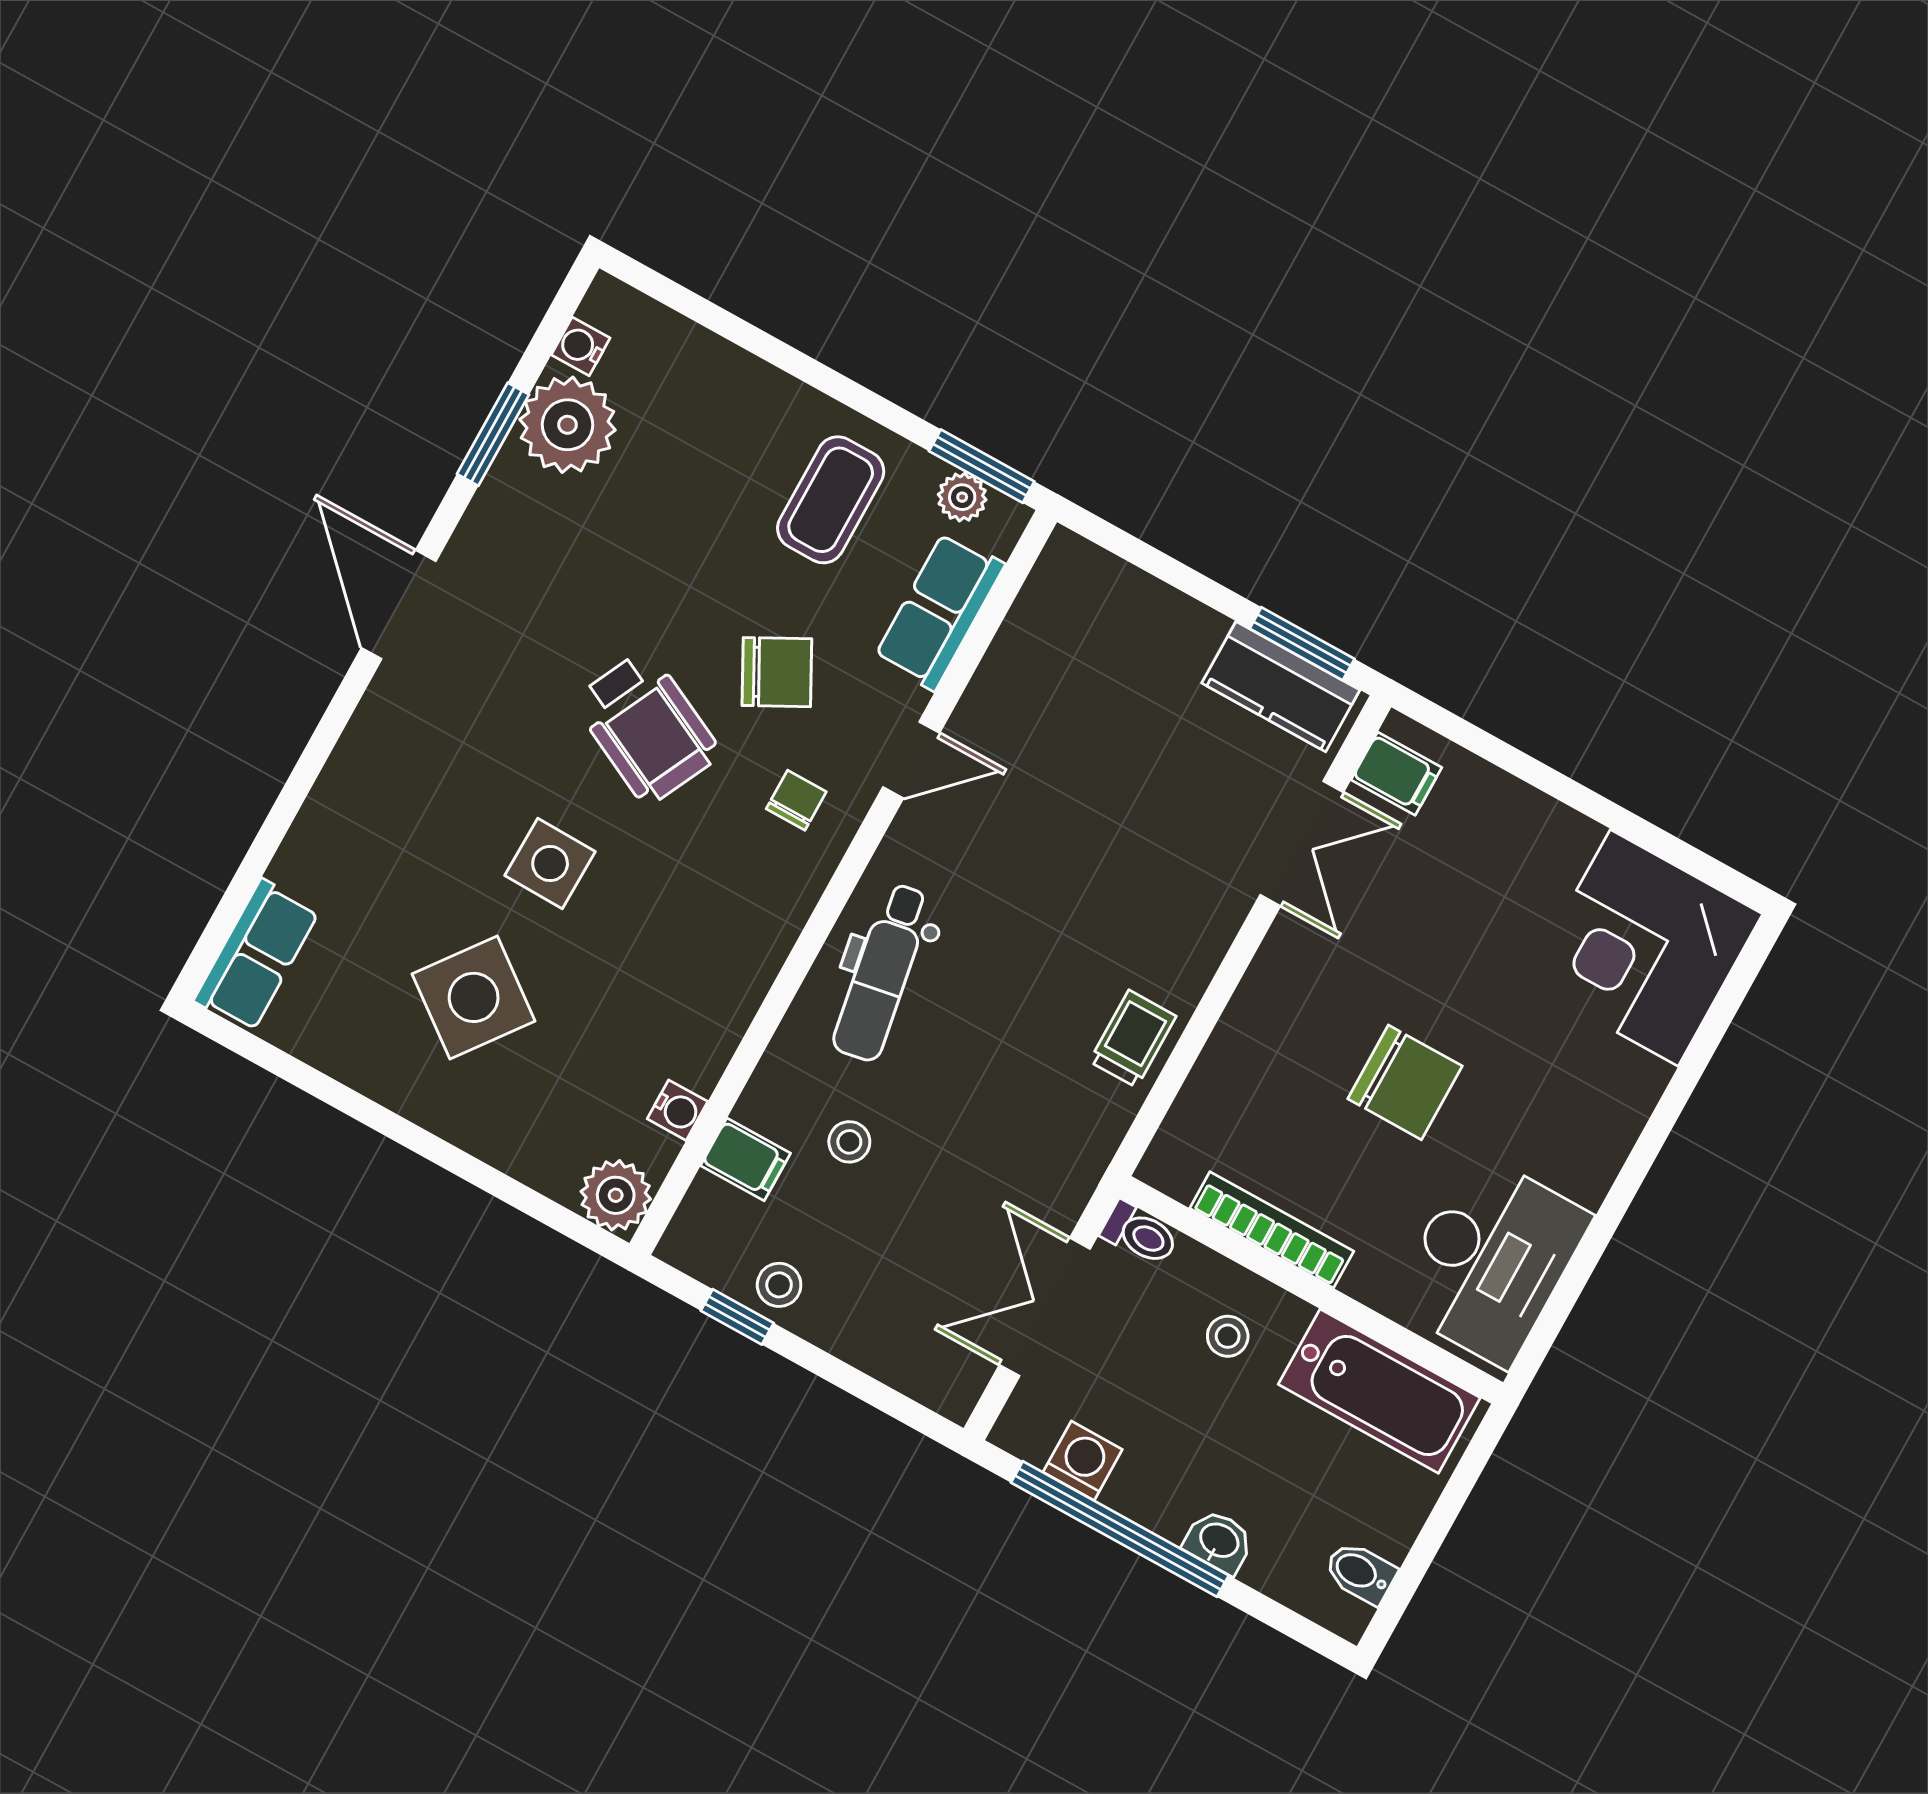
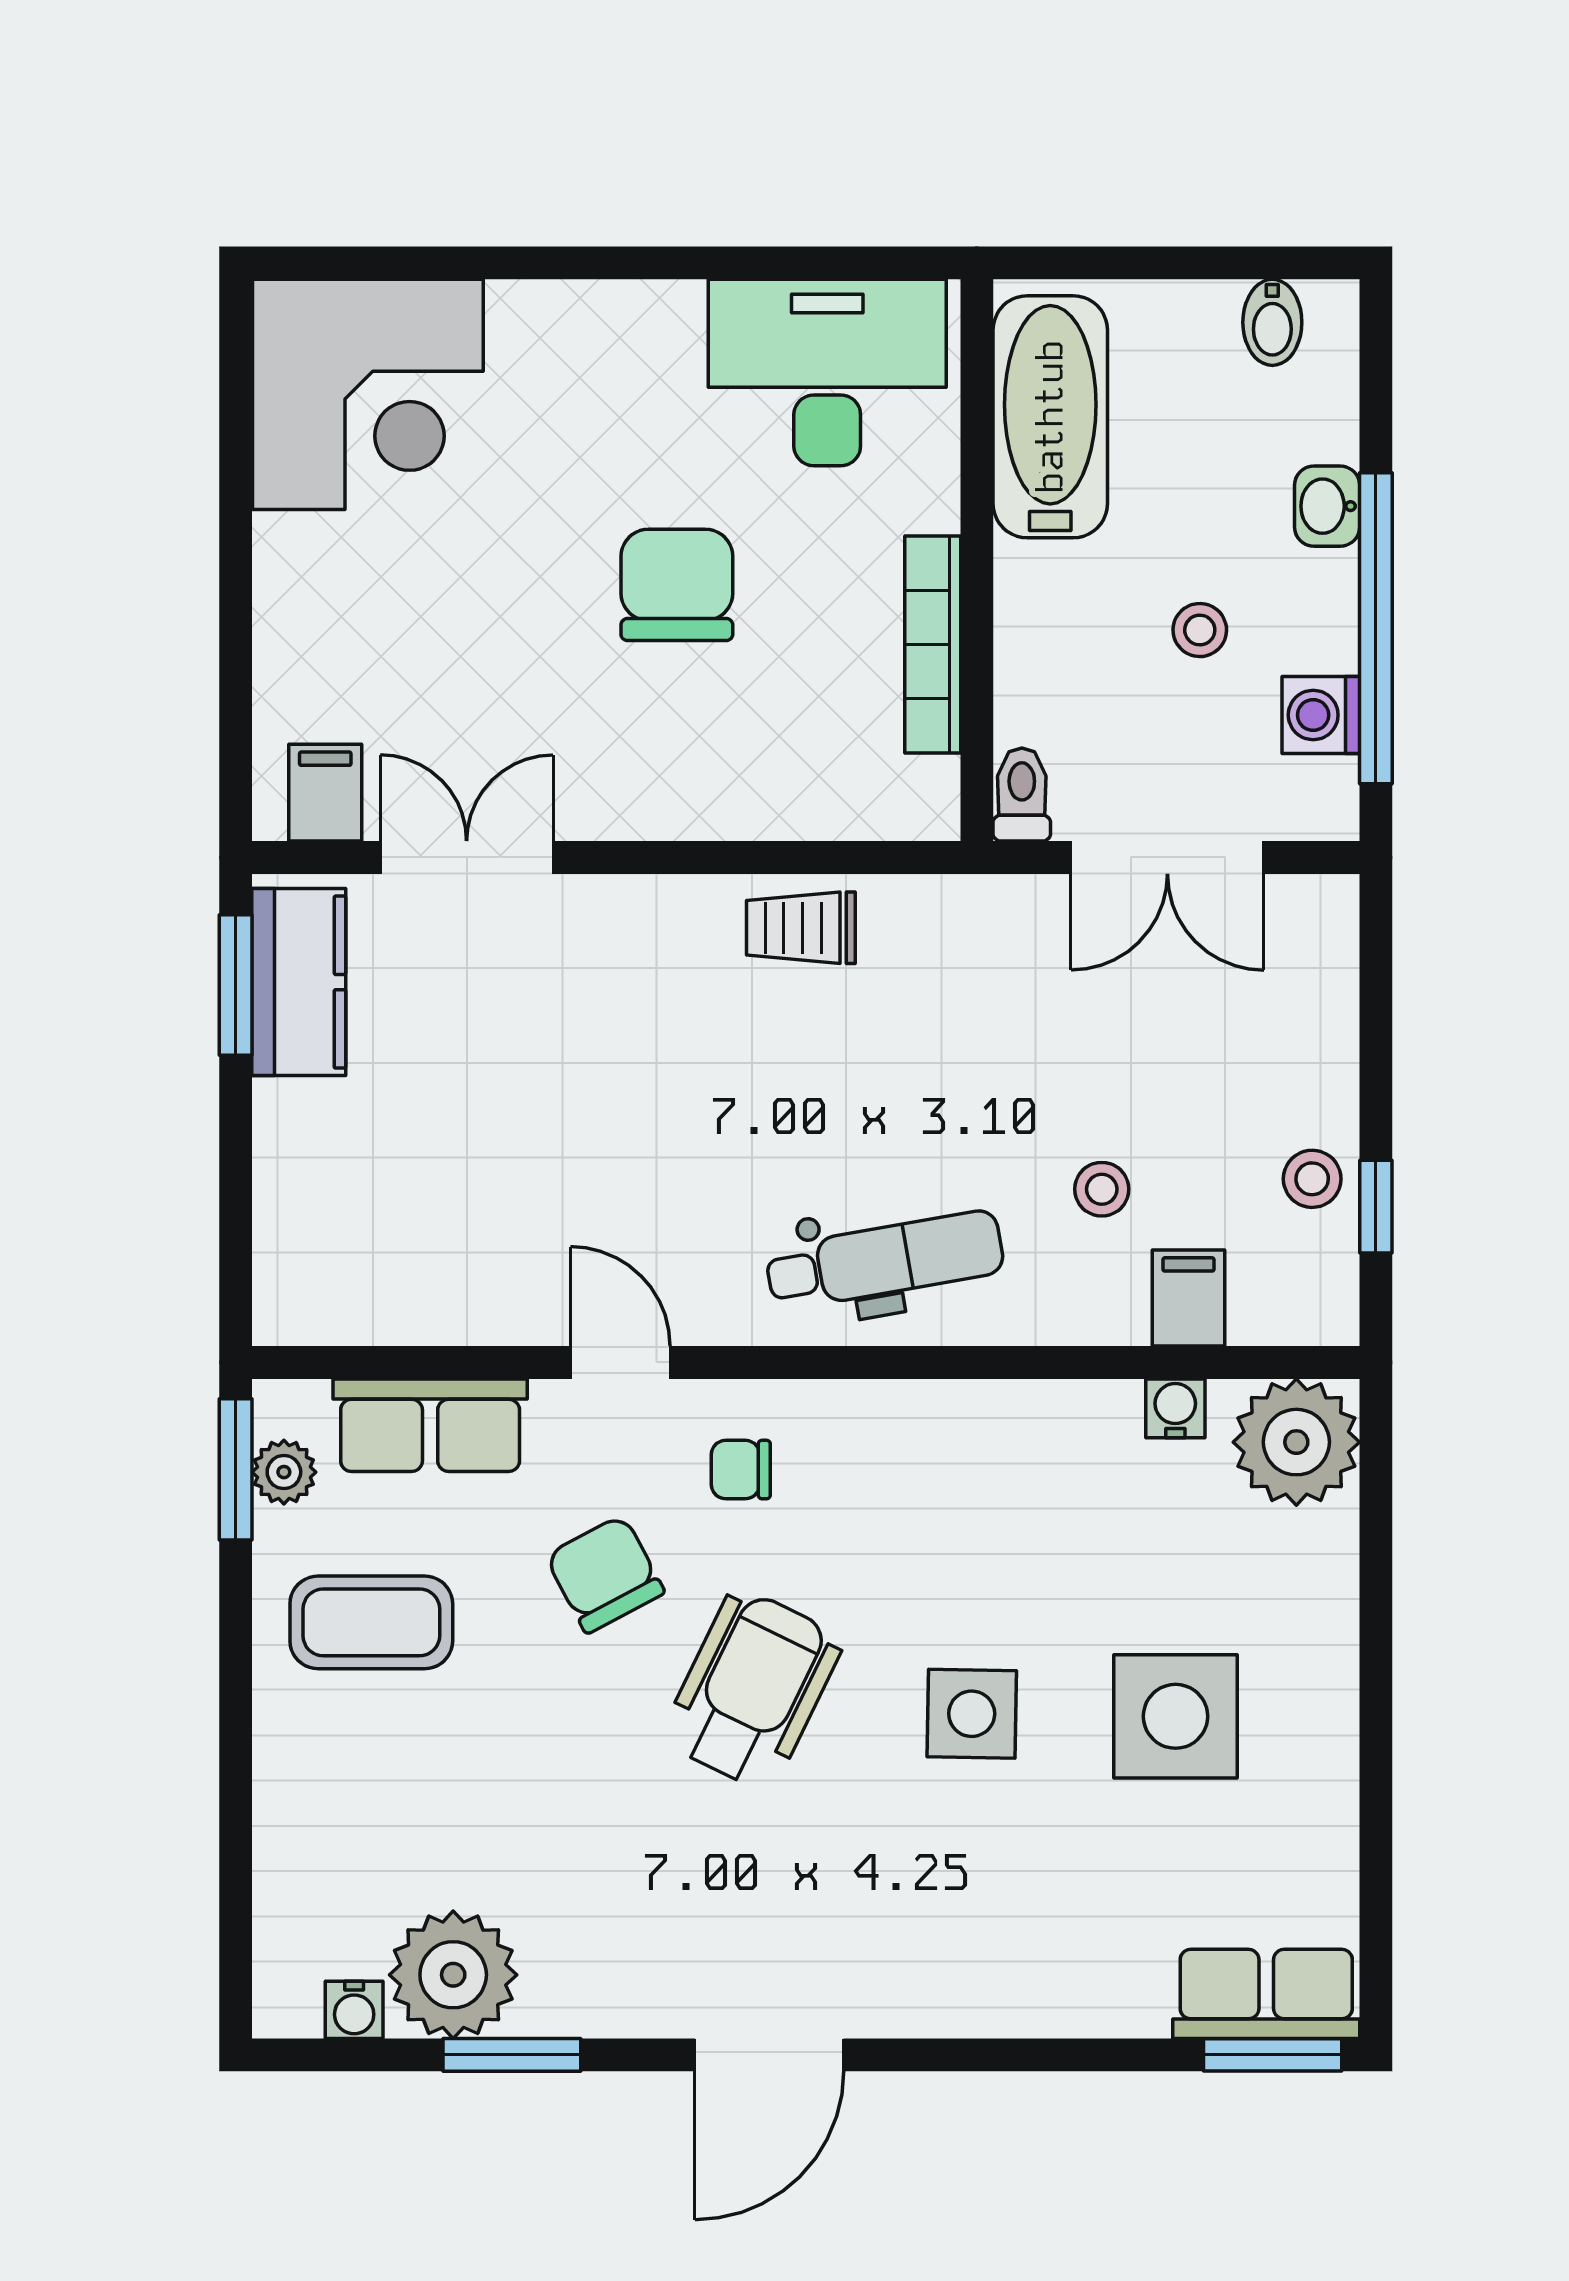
window: (214, 937) -> (1273, 2055), added
side table: (474, 997) -> (1176, 1716), turned -37
plant: (616, 1195) -> (1296, 1442), width x1.36, depth x1.36
stool: (1228, 1336) -> (1200, 630), moved

